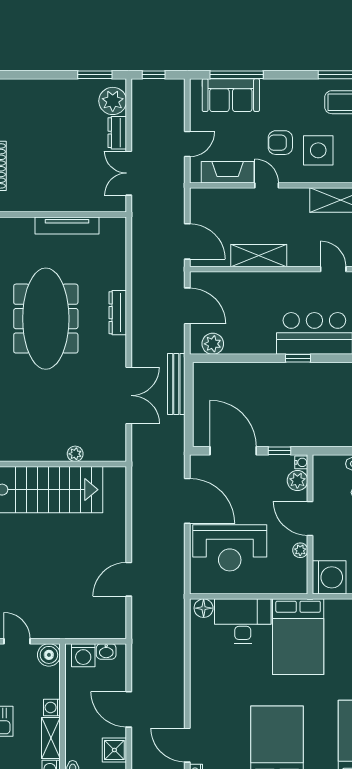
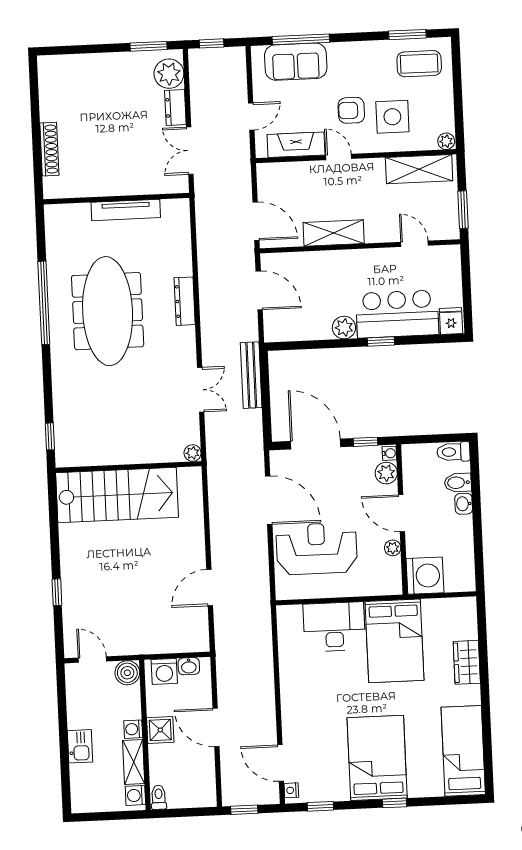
plant: (213, 344) -> (344, 328), moved
double door: (129, 395) -> (201, 390), width x0.73
plant: (75, 454) -> (193, 453), moved
reception desk: (230, 548) -> (317, 549), turned 180
floor lamp: (204, 608) -> (291, 615), removed
shower: (114, 750) -> (160, 730), moved

